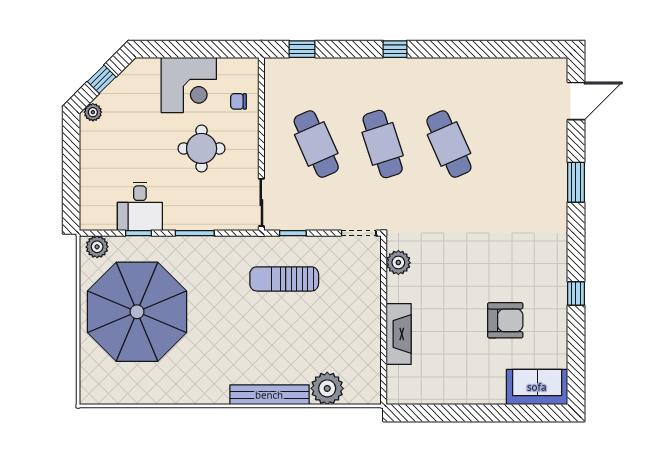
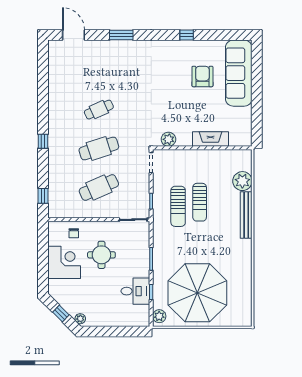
cafe table: (449, 144) -> (99, 110), width x0.73, depth x0.74
sun lounger: (291, 316) -> (200, 202), added
sofa: (537, 387) -> (239, 73), width x1.85, depth x1.27

